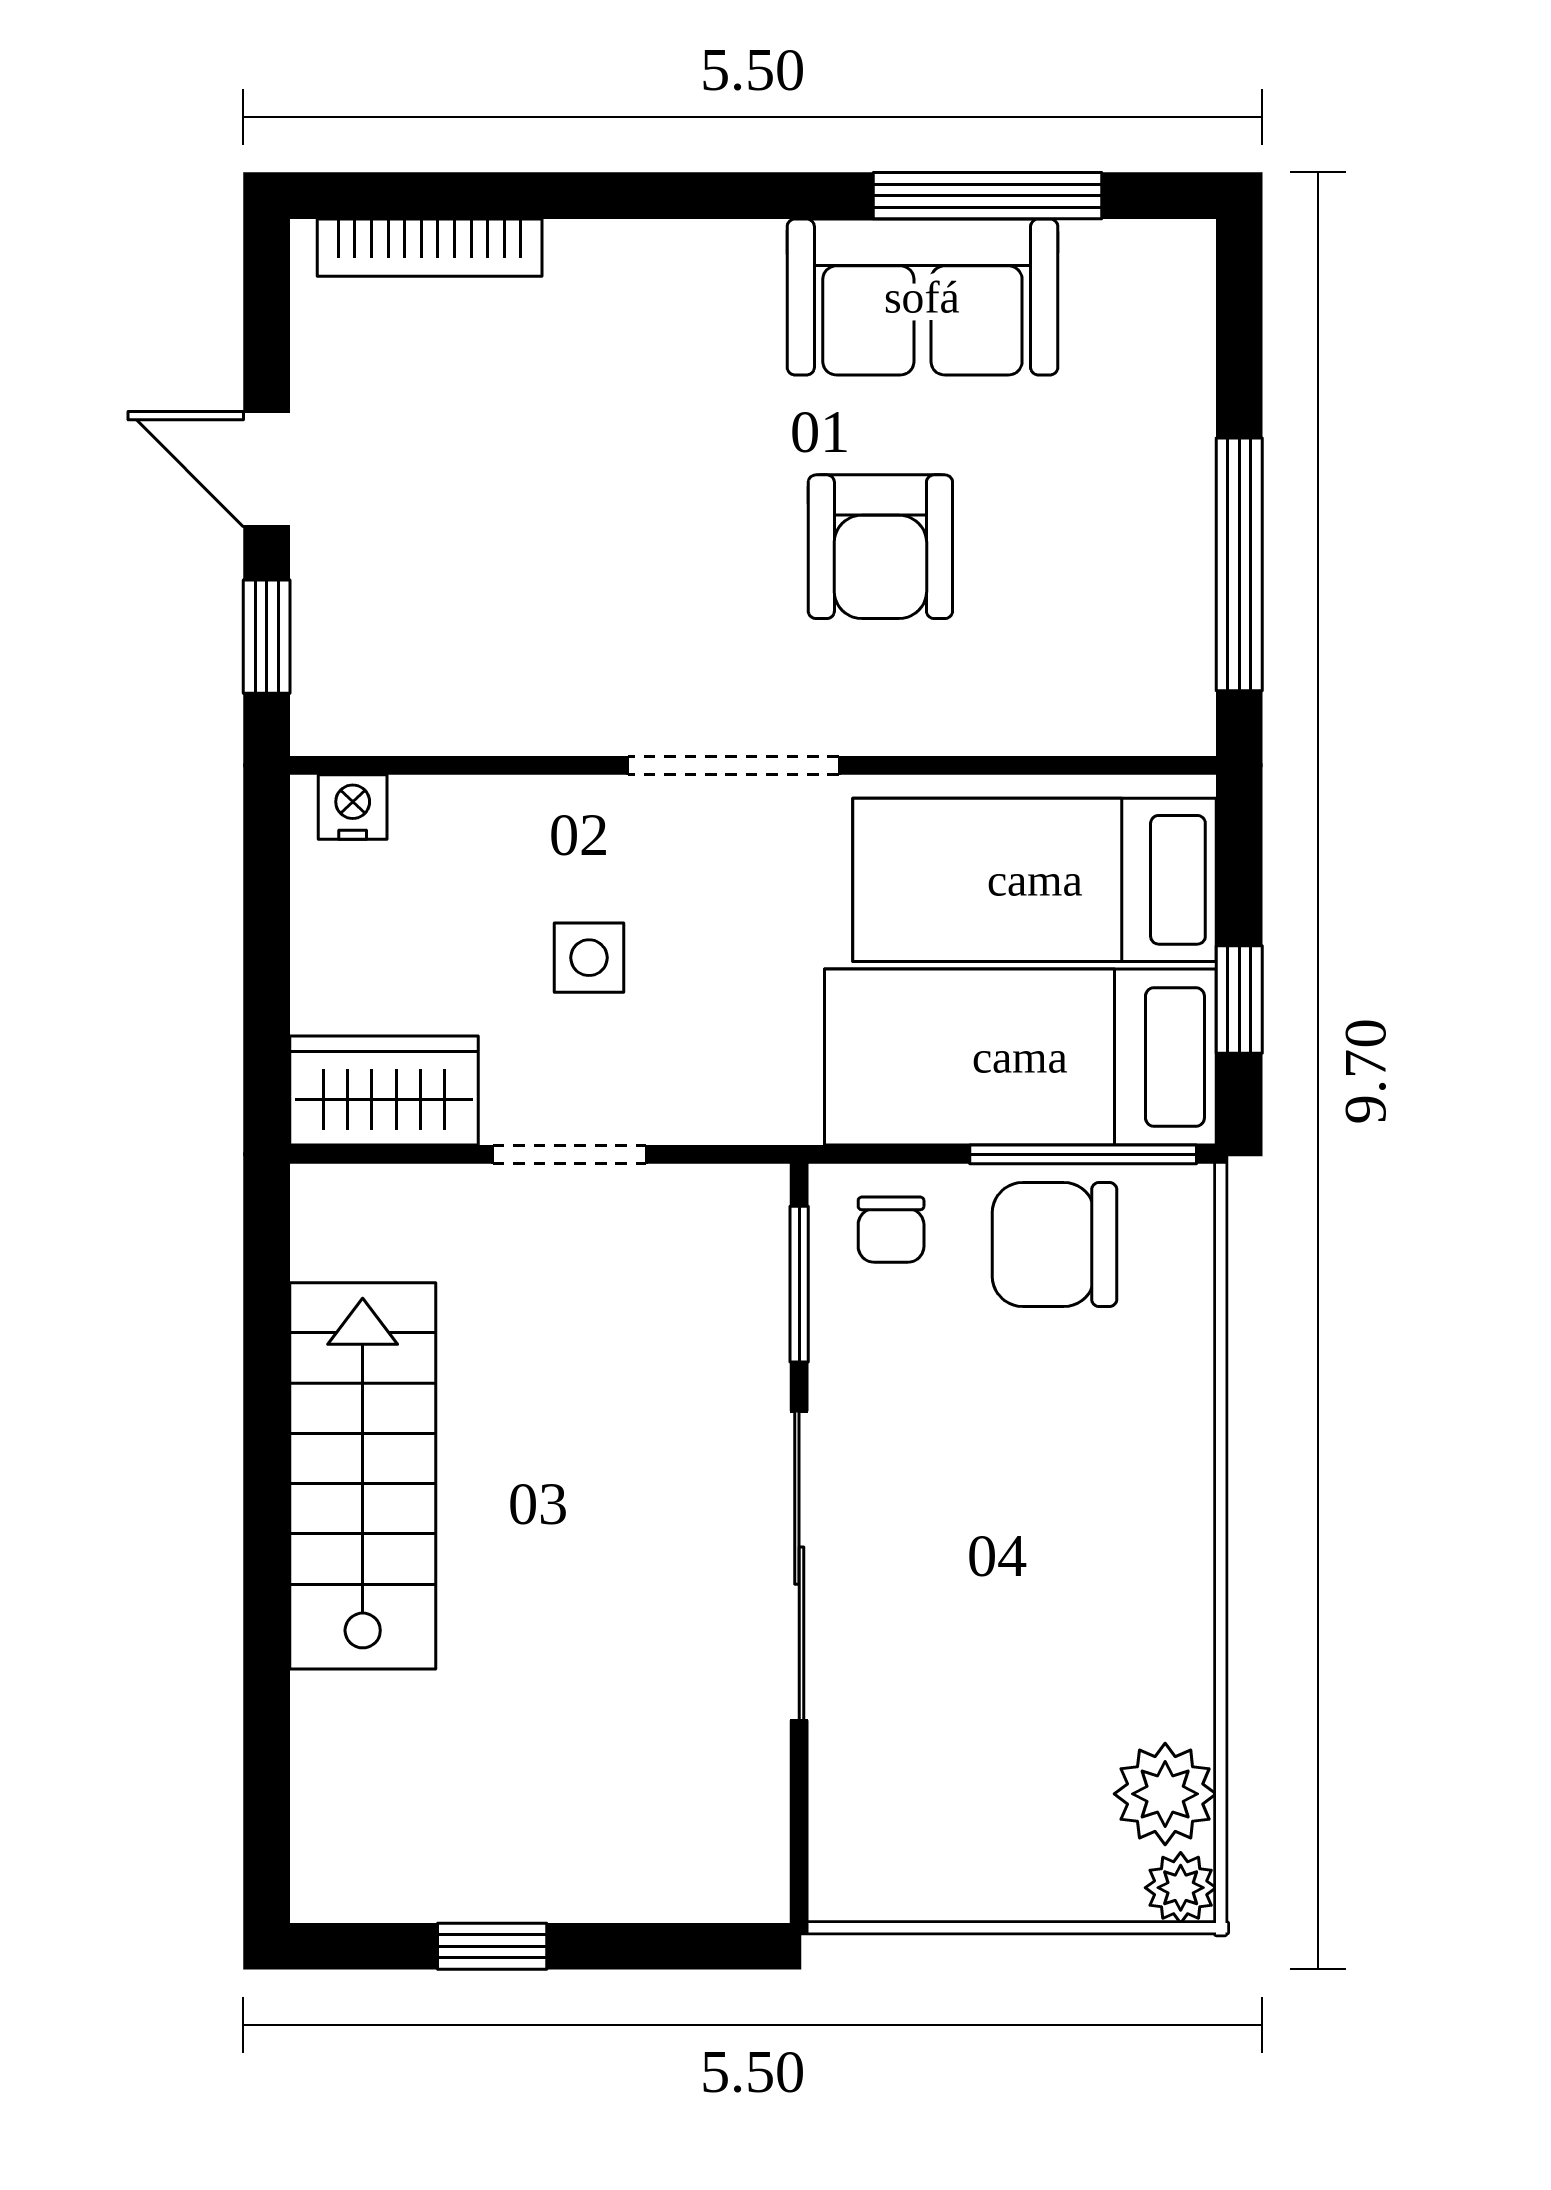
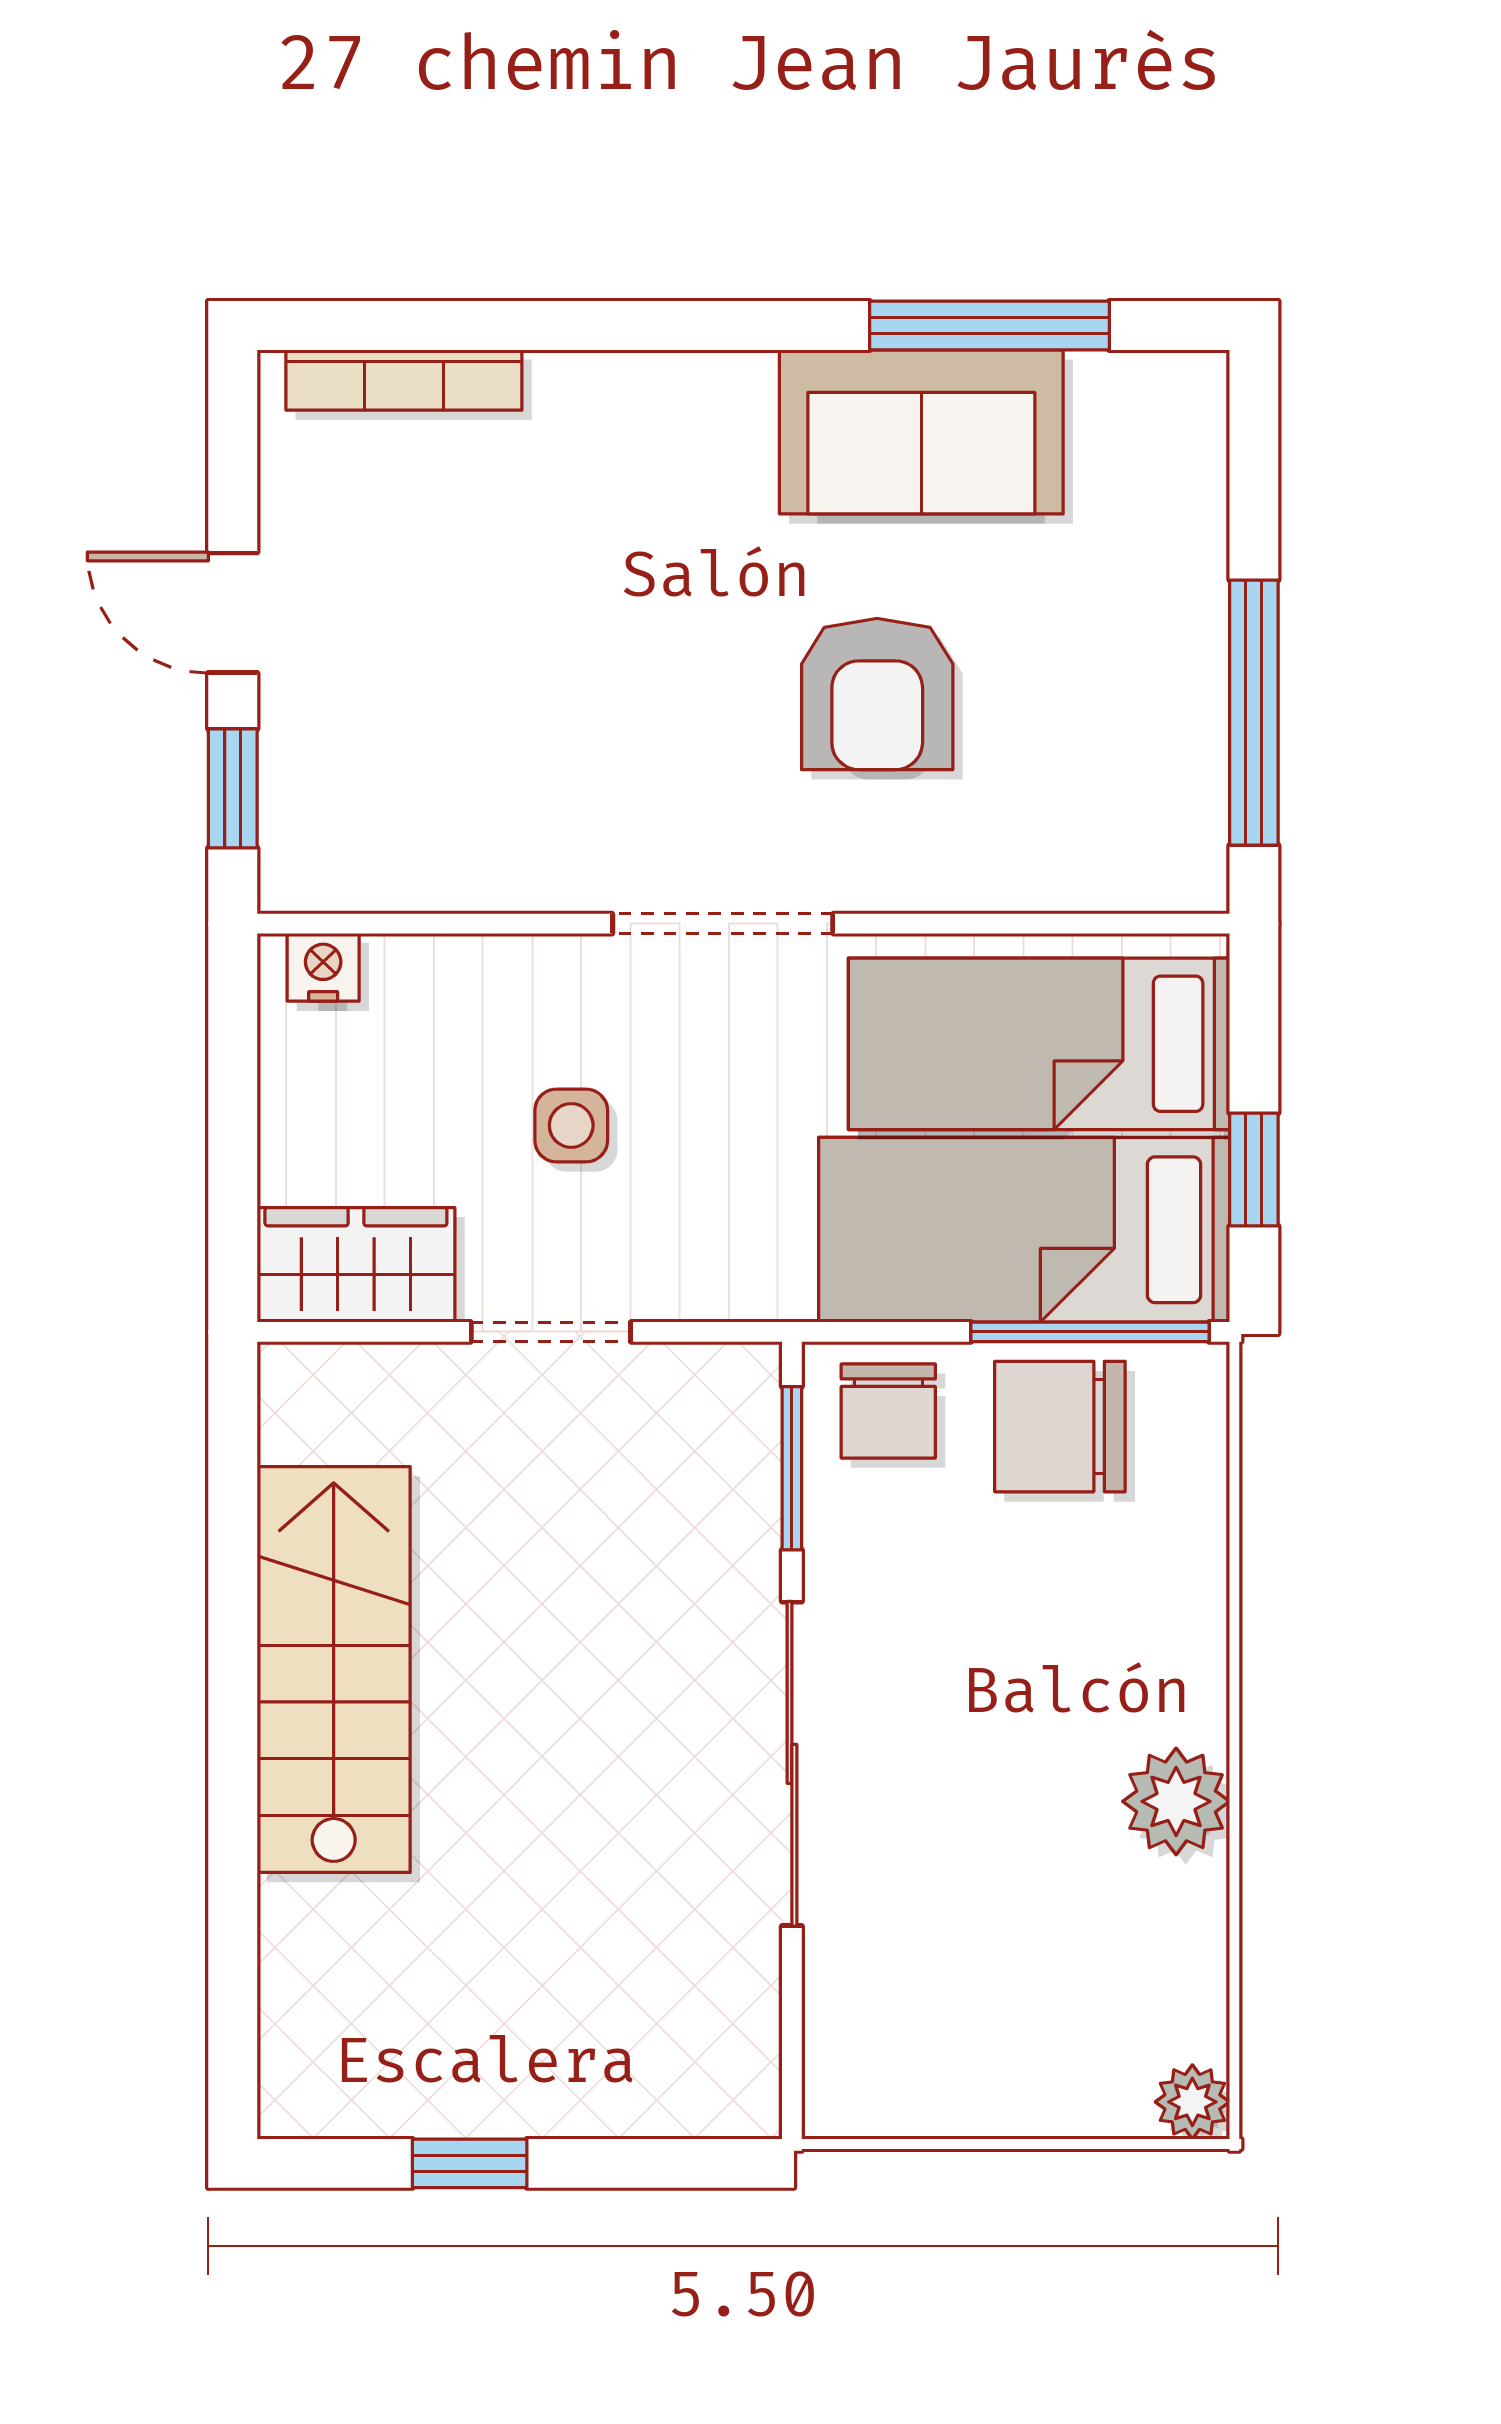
chair: (891, 1230) -> (888, 1411), width x1.37, depth x1.37
plant: (1165, 1794) -> (1176, 1801), moved

